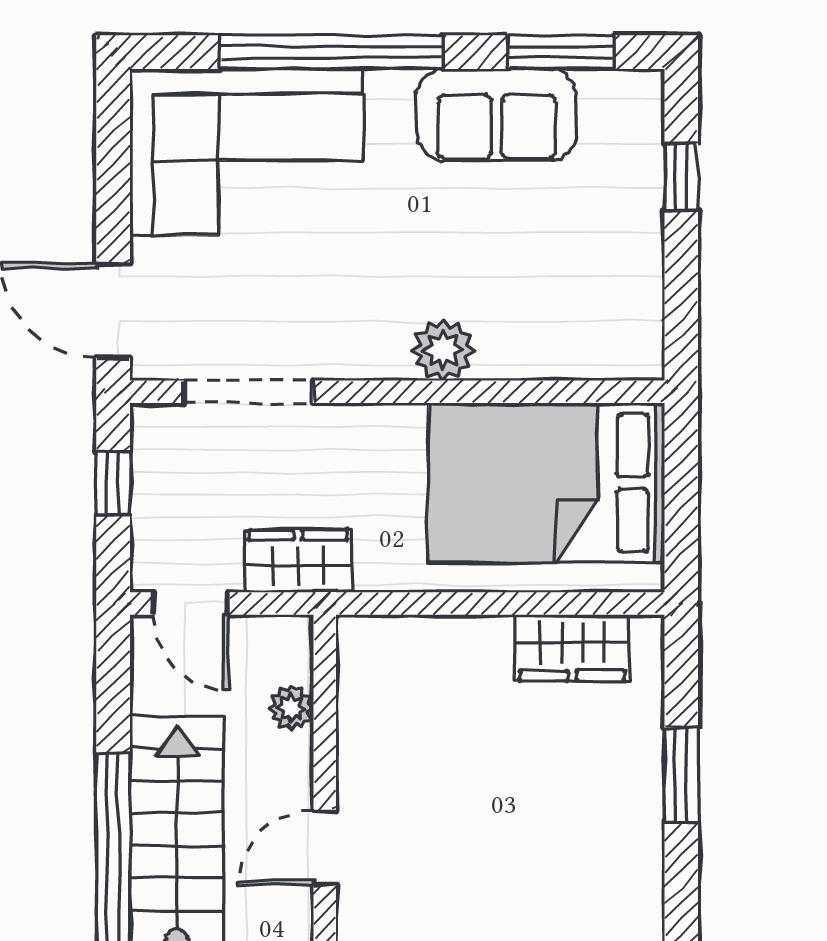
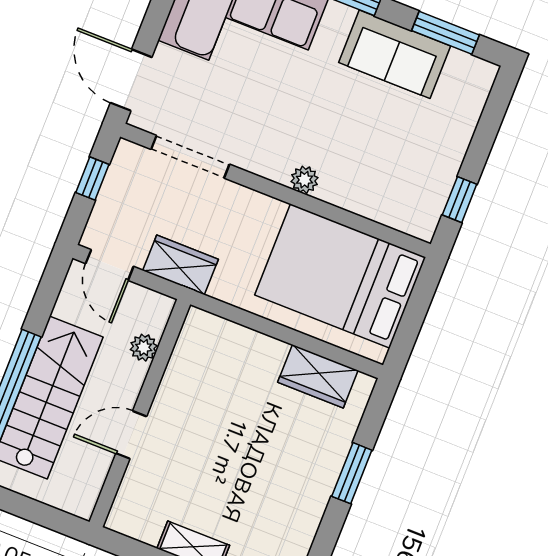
window: (681, 177) -> (460, 200), moved
plant: (443, 350) -> (304, 180), width x0.73, depth x0.73

